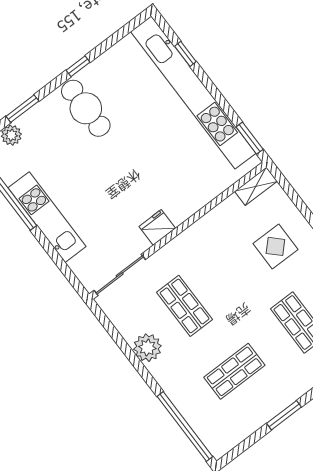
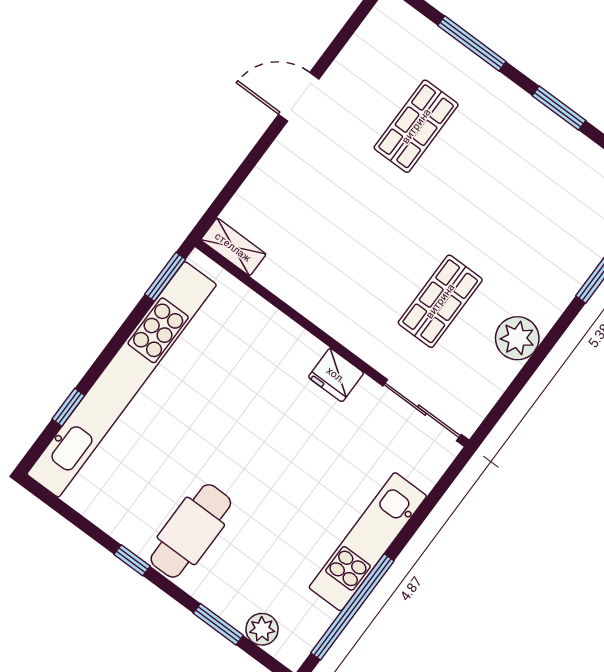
display table: (275, 246) -> (314, 192), removed
shop shelf: (234, 371) -> (515, 200), removed

